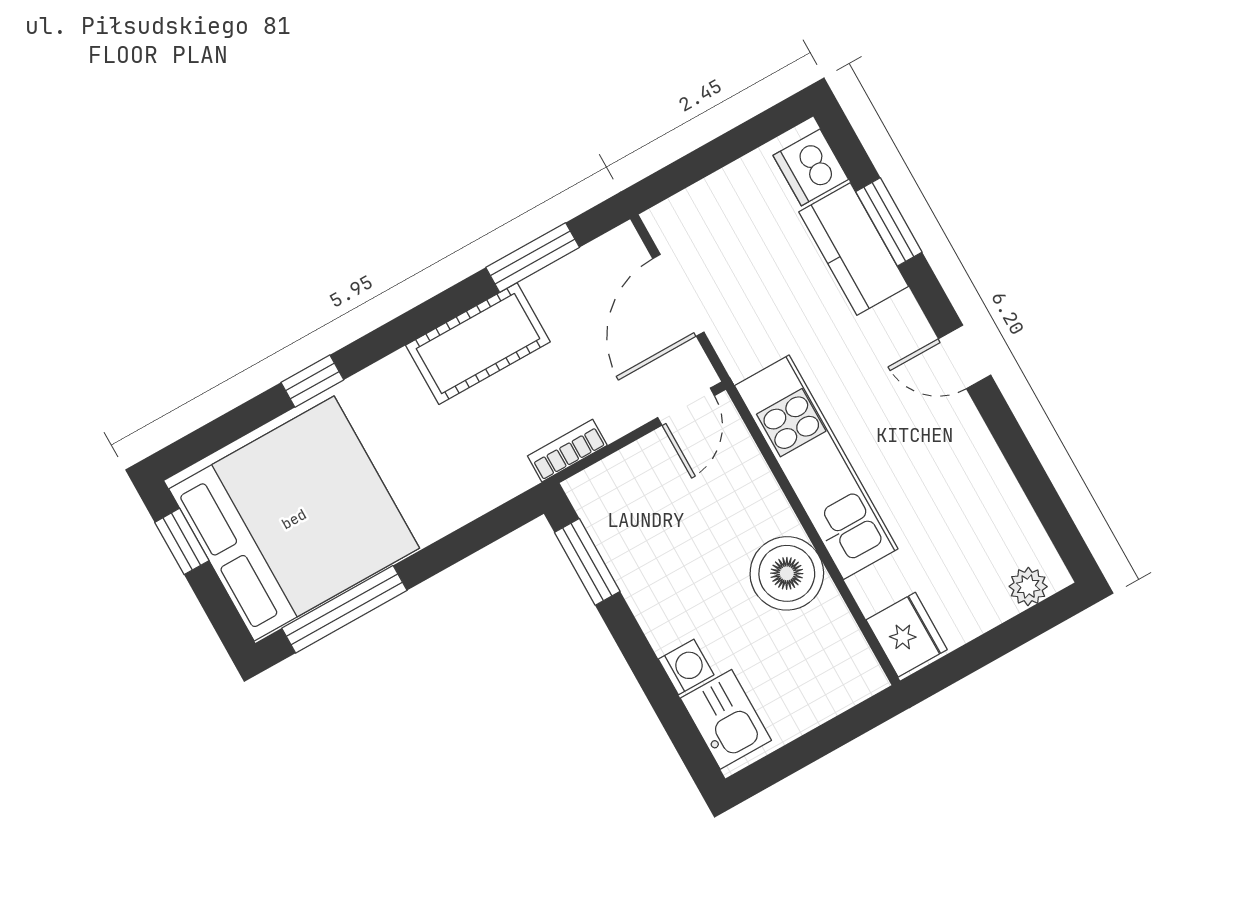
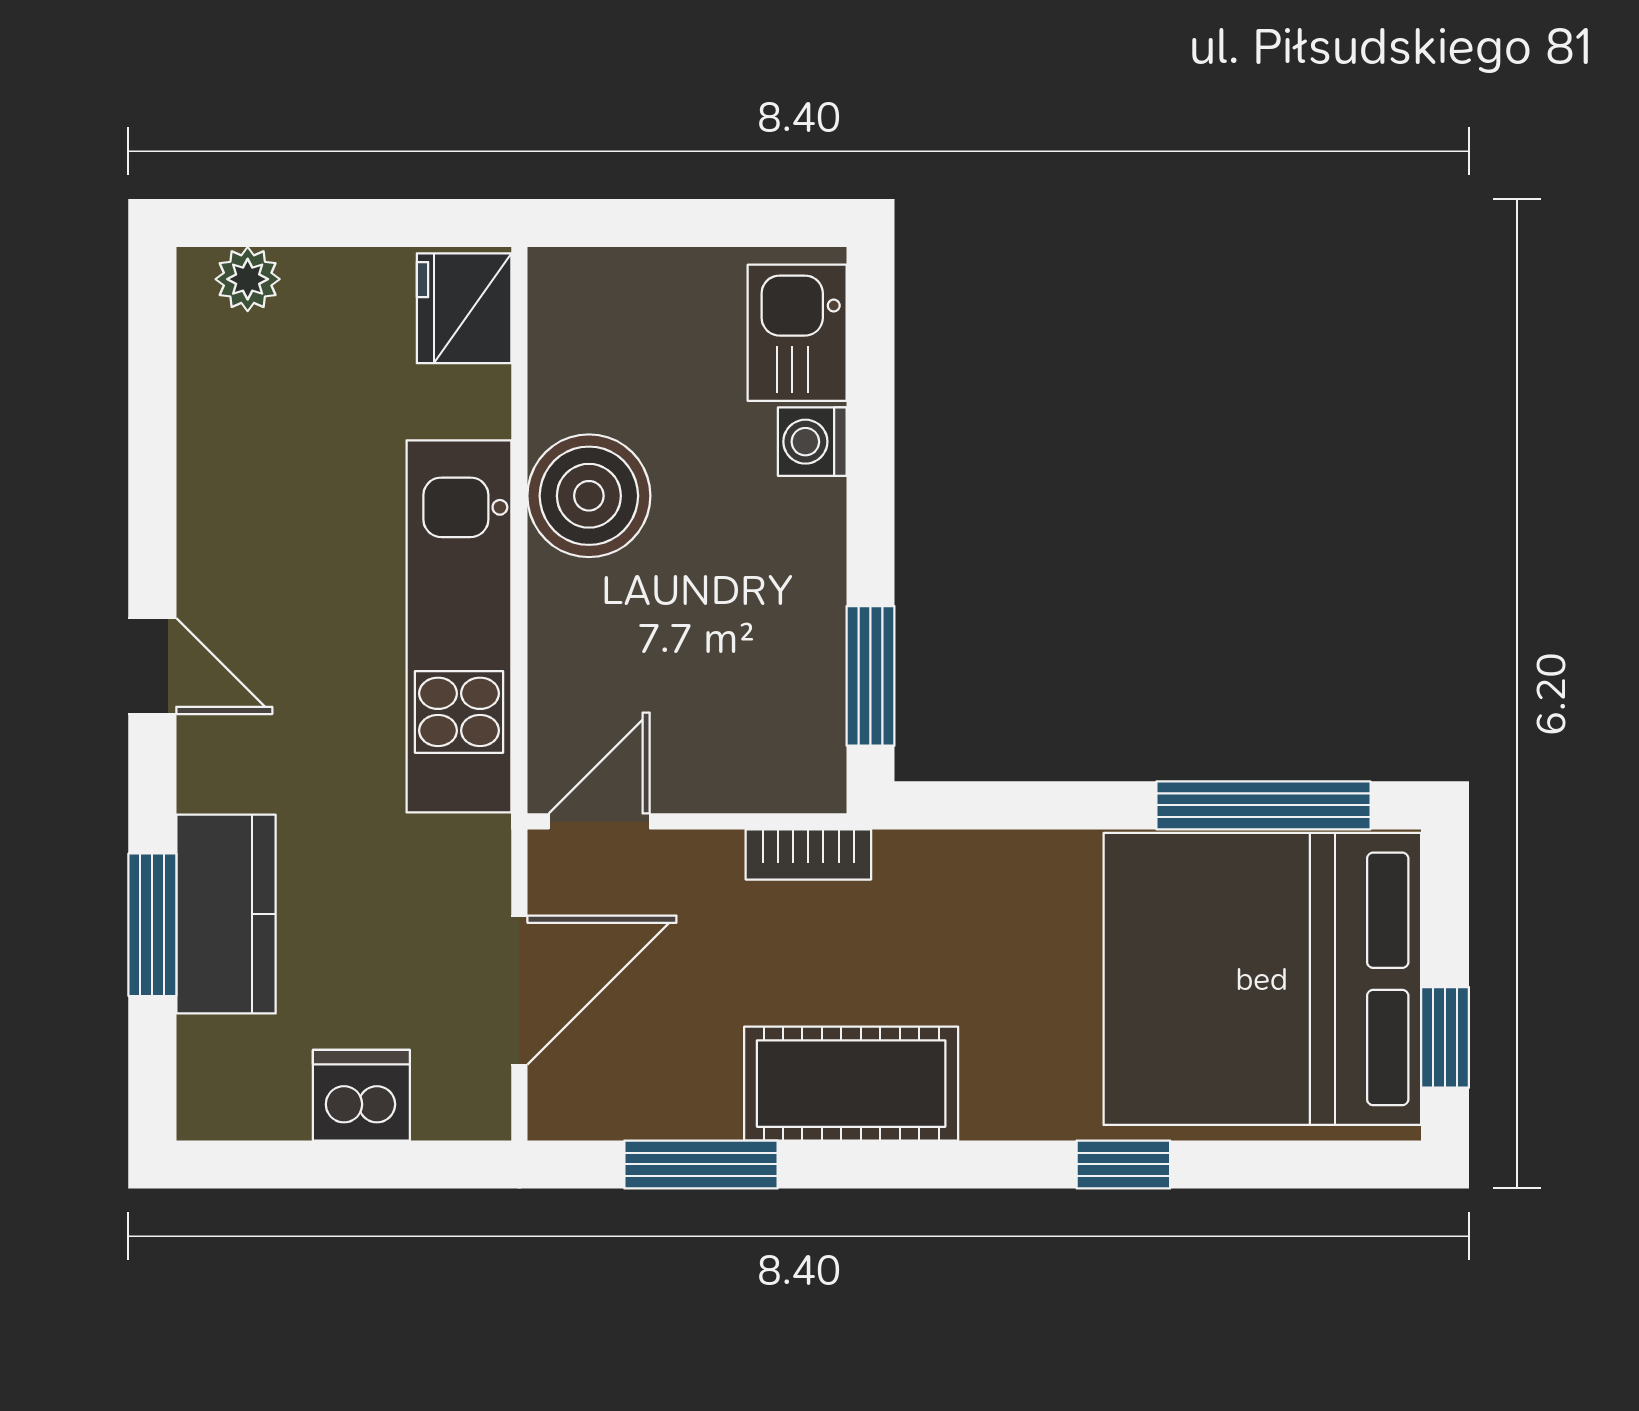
dishwasher: (811, 167) -> (361, 1095), moved, turned -90

